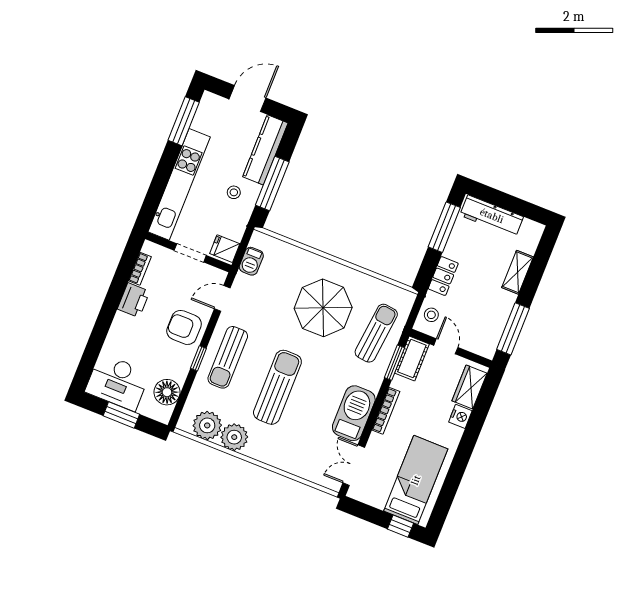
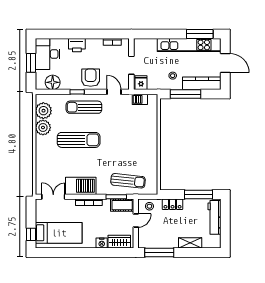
kitchen unit: (179, 184) -> (189, 45), moved
printer: (133, 300) -> (77, 45), moved
parasol: (323, 308) -> (130, 147), removed

